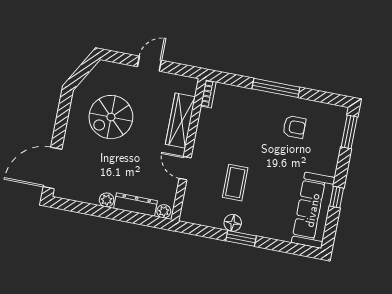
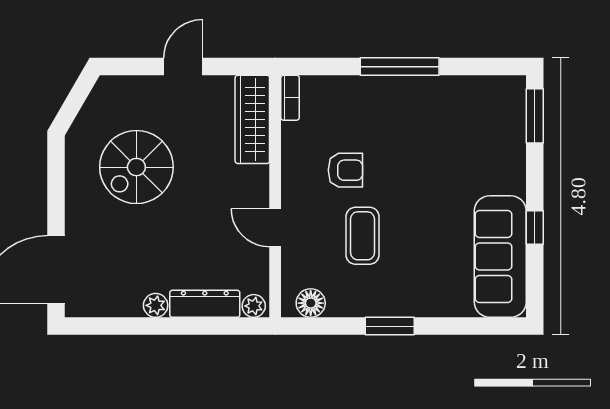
wardrobe: (180, 121) -> (252, 119), moved
armchair: (294, 127) -> (345, 170), moved
floor lamp: (233, 223) -> (311, 303), moved

